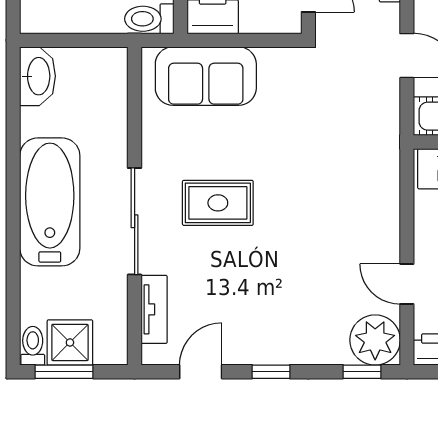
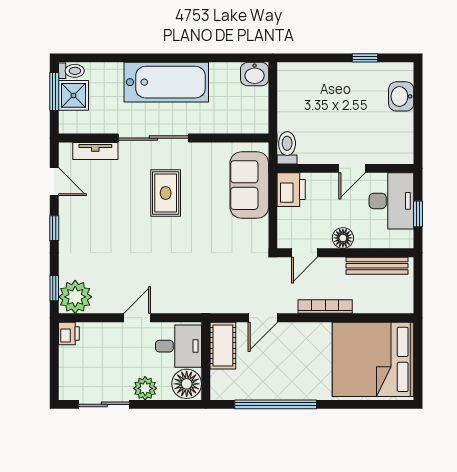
washbasin: (38, 76) -> (255, 74), width x0.72
door: (407, 284) -> (137, 318), moved

